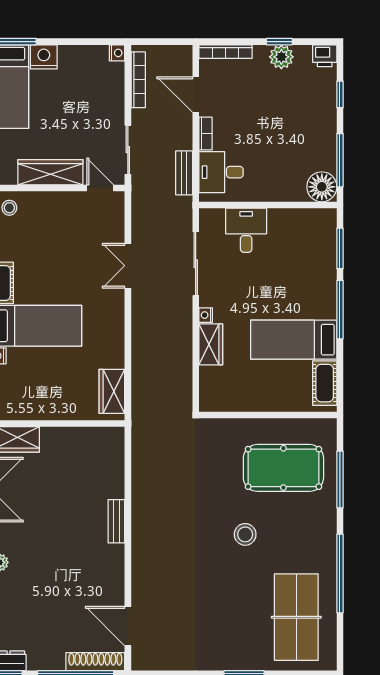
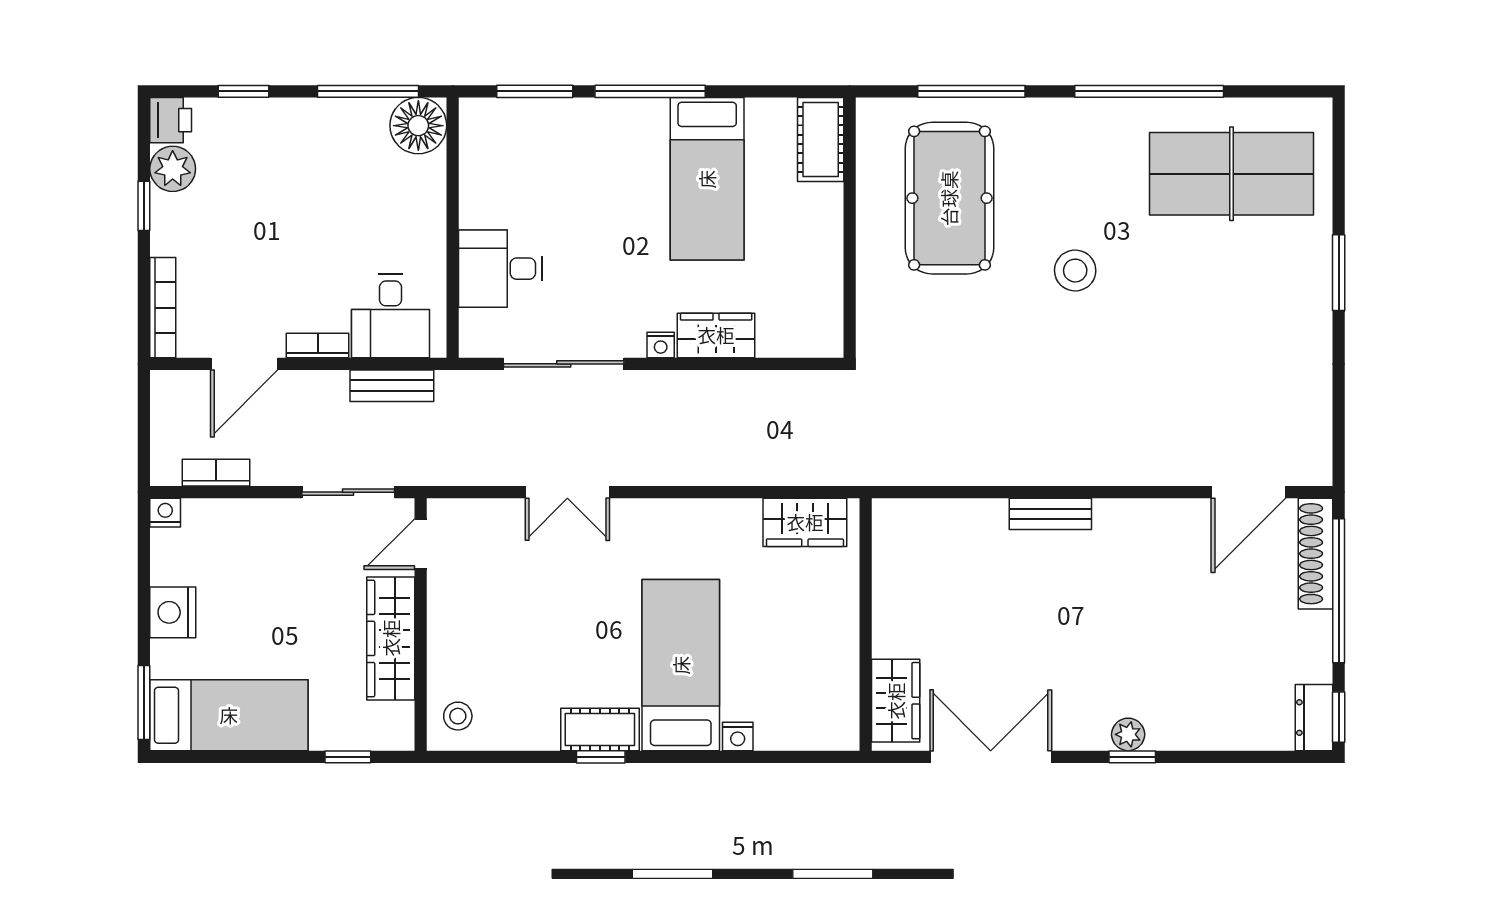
nightstand: (44, 57) -> (173, 612), moved
plant: (281, 57) -> (173, 169), moved
bookcase: (138, 80) -> (216, 473), width x0.64
cot: (325, 383) -> (821, 139), moved, turned 90

